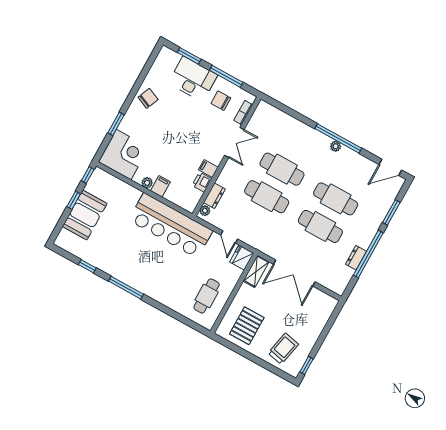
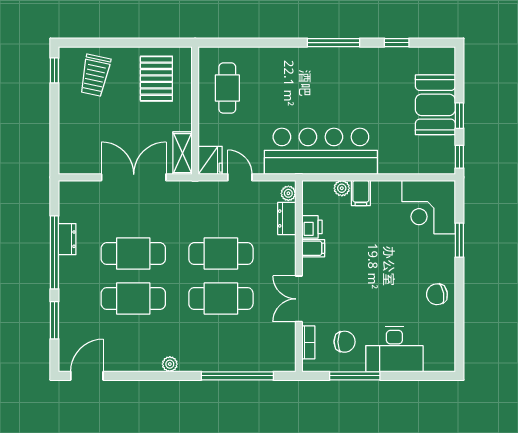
window: (189, 56) -> (415, 376), removed
chair: (148, 98) -> (437, 294), turned 57
window: (338, 138) -> (237, 376), moved
plant: (147, 183) -> (342, 188), moved

